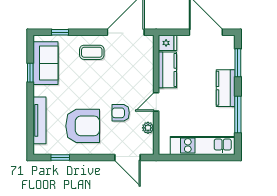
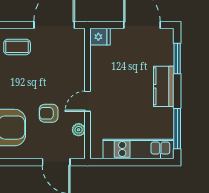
kitchen counter: (167, 70) -> (100, 66), removed
window: (238, 115) -> (177, 129), moved

